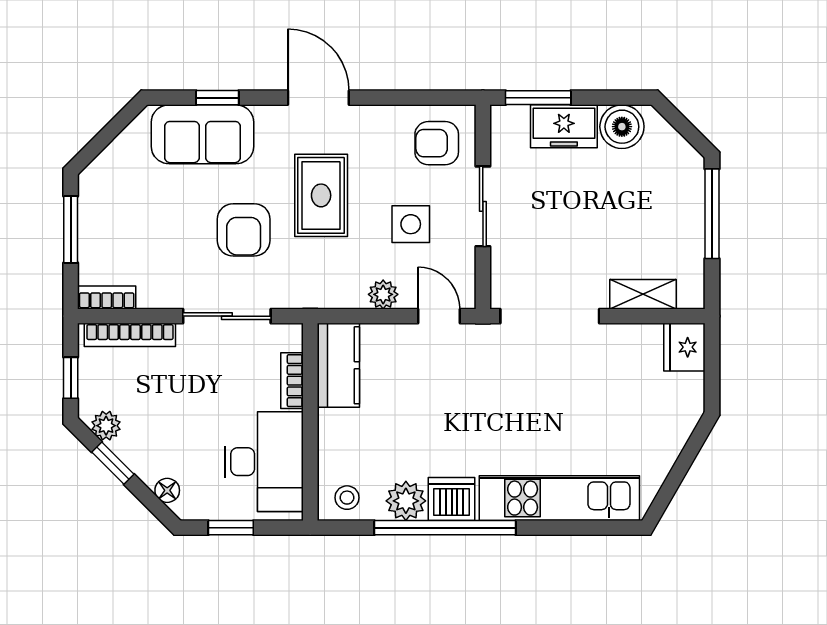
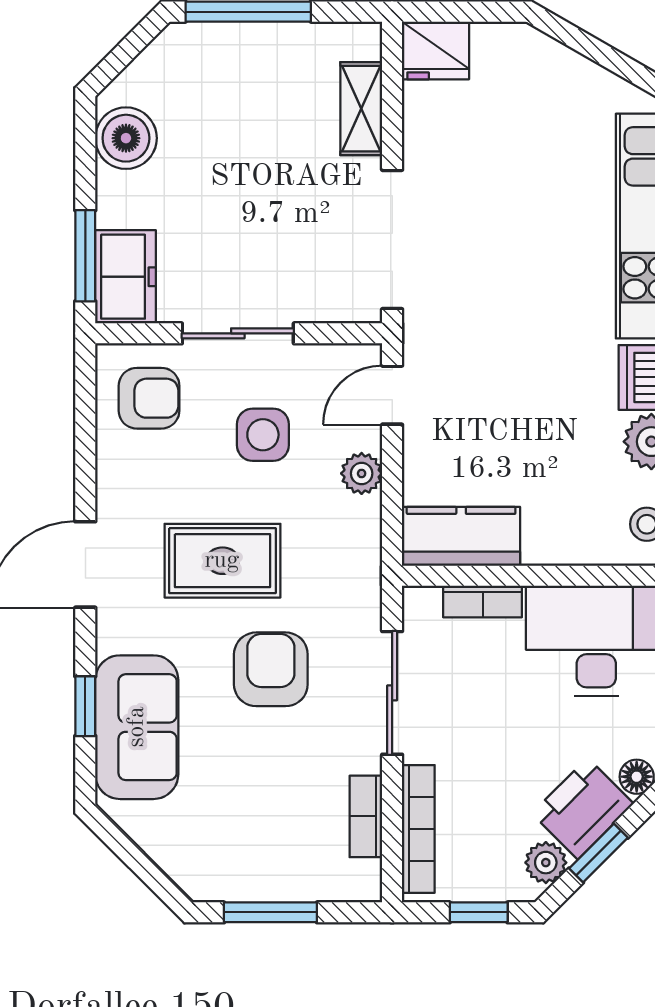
freezer: (564, 126) -> (125, 277), moved
armchair: (437, 143) -> (149, 398), turned -90
armchair: (244, 230) -> (271, 669), turned -90
bookcase: (107, 298) -> (366, 816), moved
printer: (145, 452) -> (583, 809), added

